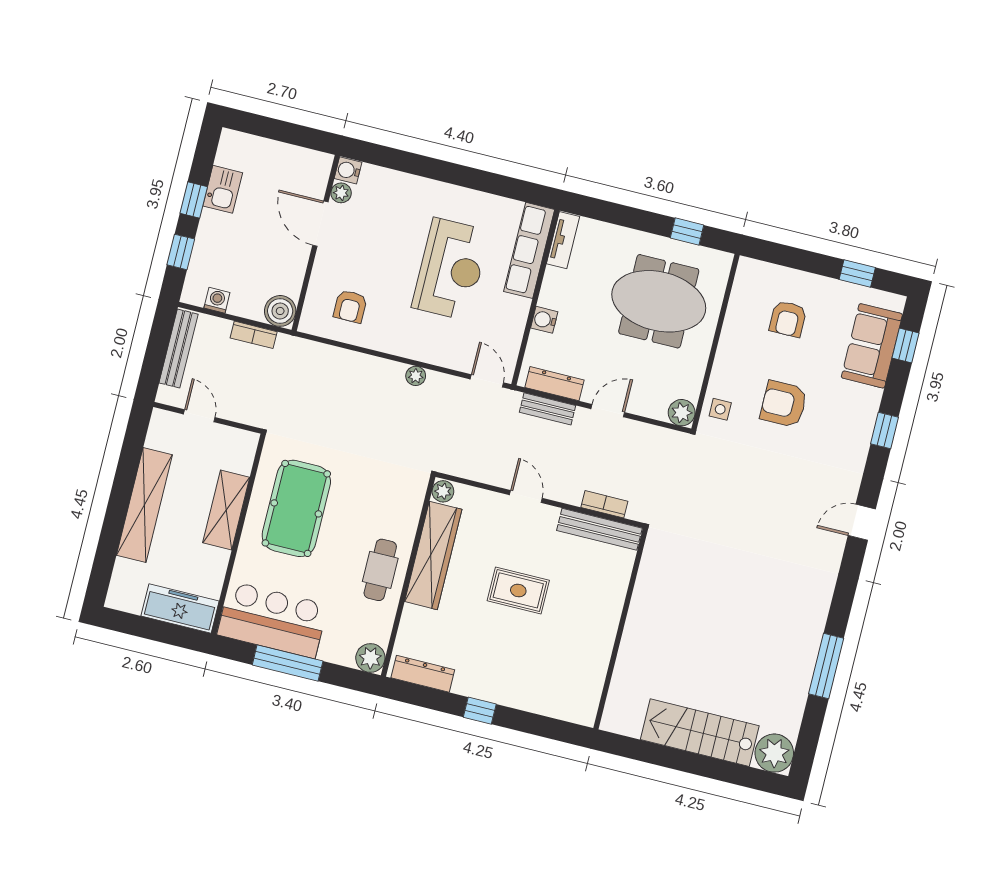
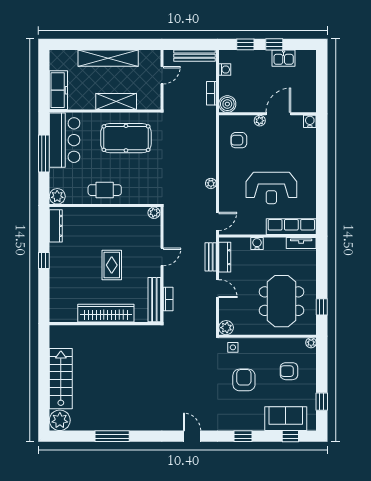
plant: (341, 193) -> (260, 121), moved
plant: (747, 267) -> (311, 343), added
wardrobe: (433, 555) -> (106, 313), moved, turned 180

